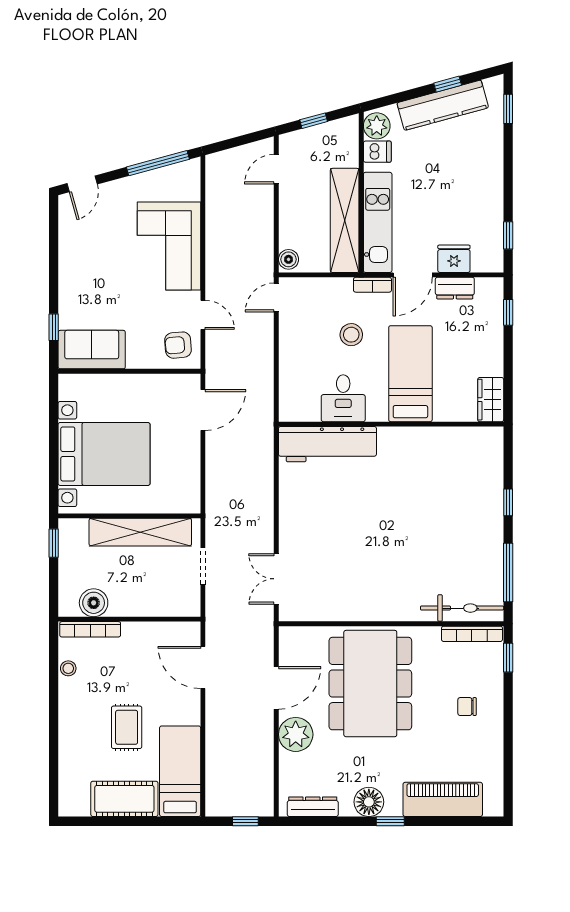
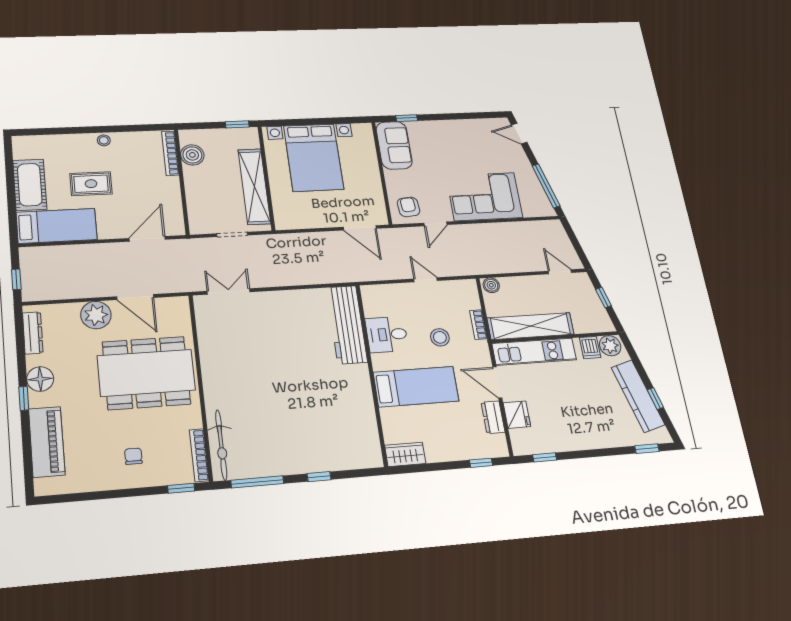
bookcase: (372, 285) -> (478, 325), moved
door: (276, 298) -> (426, 280), moved
stool: (68, 668) -> (104, 140), moved

